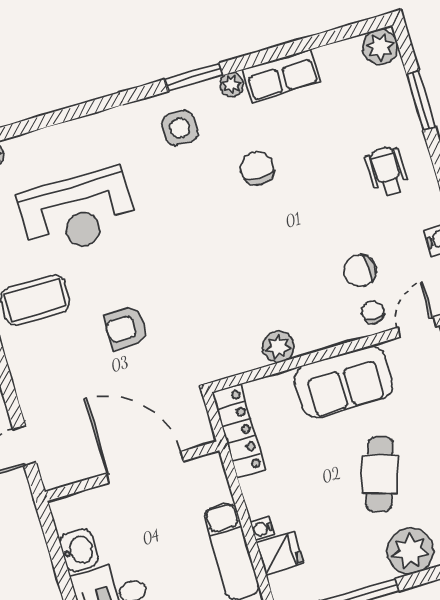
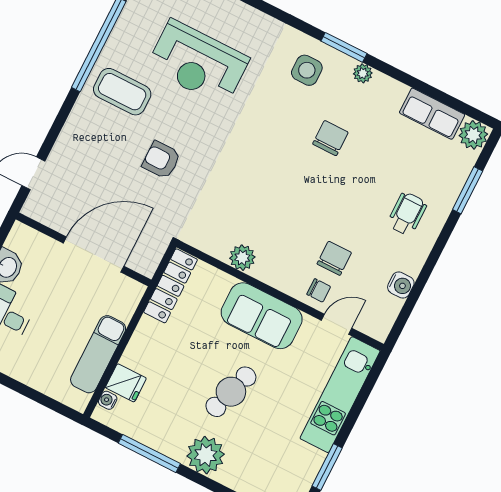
row of seats: (281, 76) -> (432, 114), moved
chair: (360, 271) -> (334, 258), turned 96
chair: (373, 312) -> (319, 290), turned 90
door: (145, 467) -> (94, 255), hinge flipped
water cooler: (262, 529) -> (108, 400), moved

